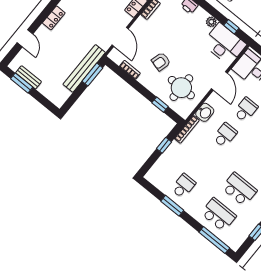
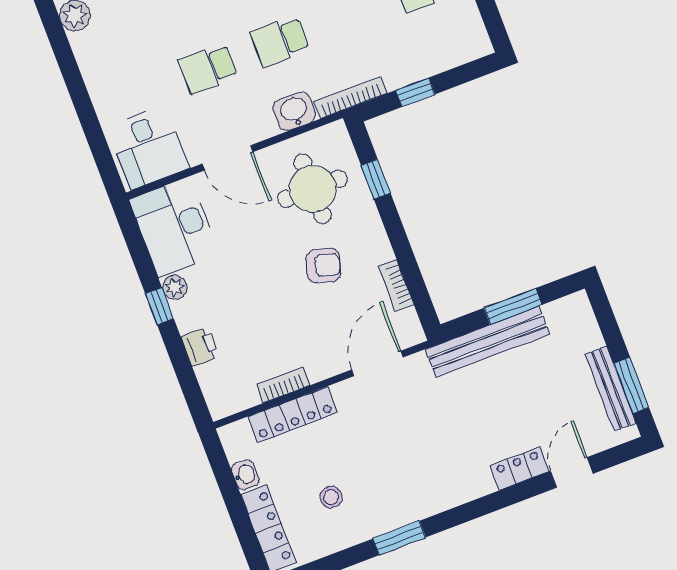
locker: (54, 18) -> (519, 468), moved
window: (231, 27) -> (160, 306), moved
window: (92, 75) -> (513, 306), moved
bench: (29, 77) -> (611, 389), width x1.36
door: (219, 81) -> (228, 158), swing flipped

